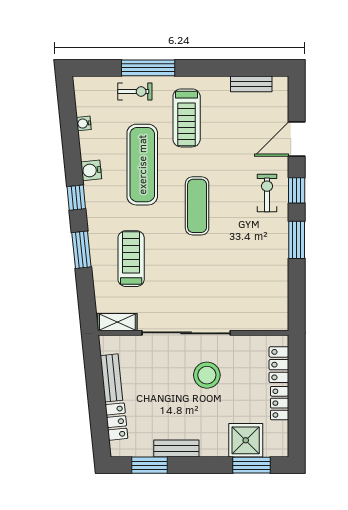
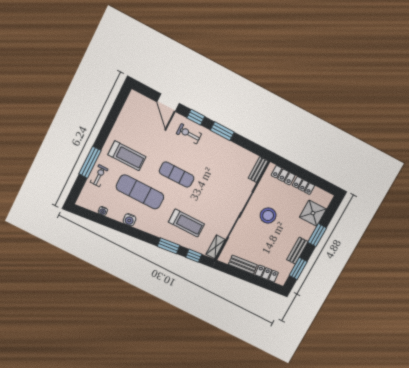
bench: (251, 84) -> (258, 170), moved
window: (76, 198) -> (194, 256), moved
treadmill: (131, 259) -> (186, 223), turned 180
window: (252, 465) -> (317, 235), moved

